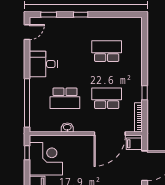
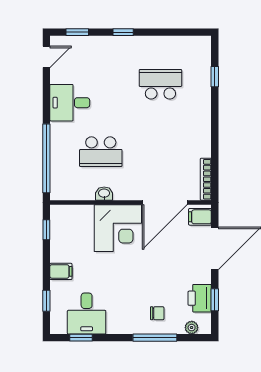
window: (145, 93) -> (215, 77), moved
school desk: (107, 98) -> (160, 152), removed
corner desk: (46, 159) -> (118, 228), moved, turned 90

